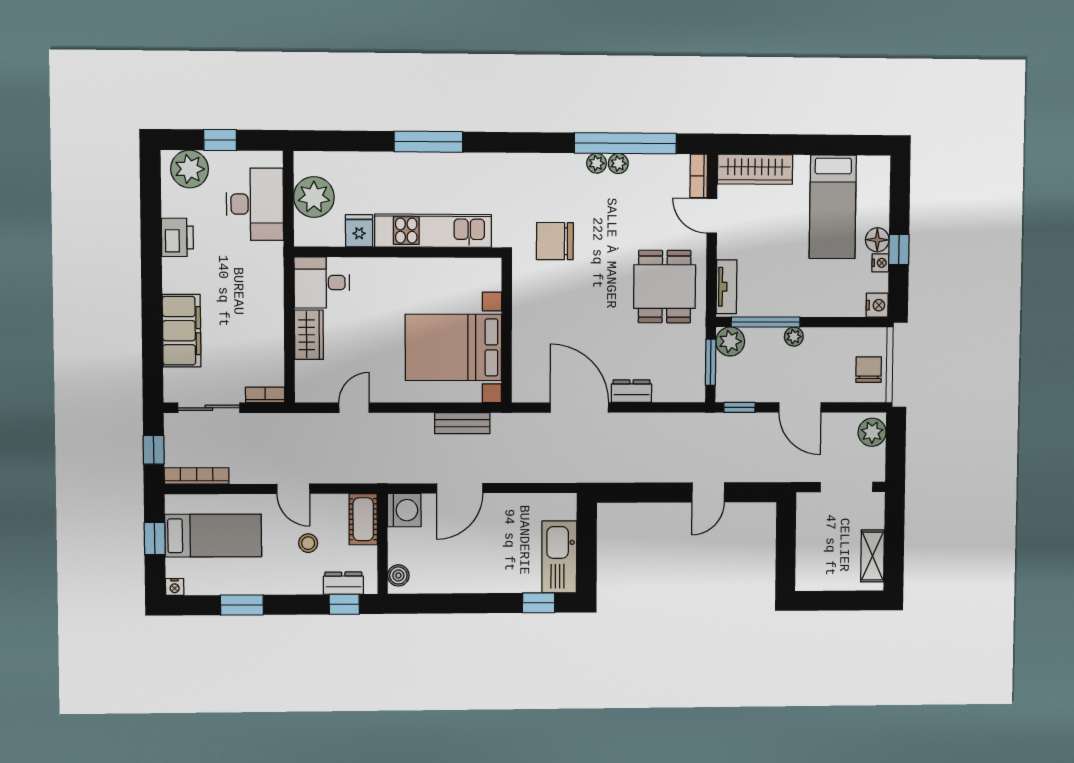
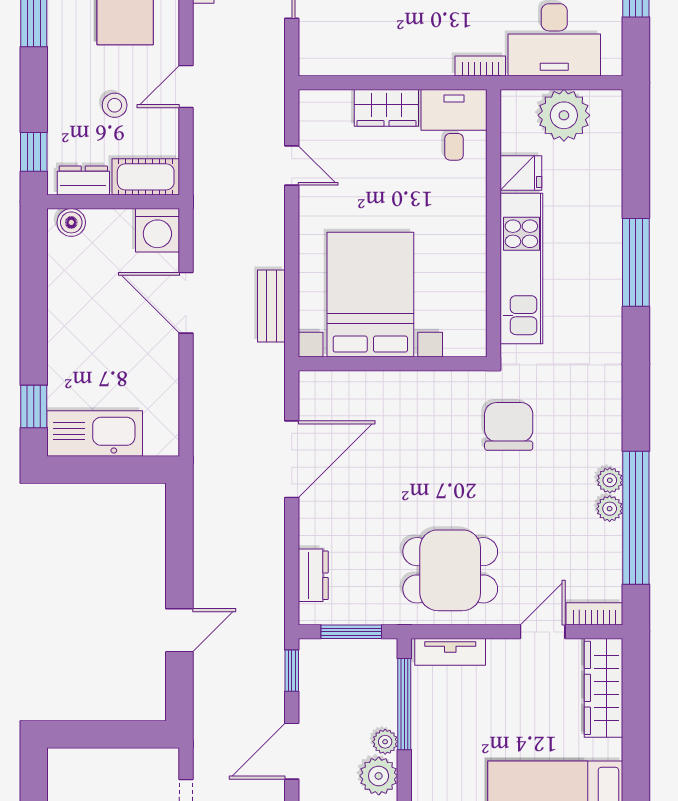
plant: (730, 341) -> (379, 776), moved
dresser: (631, 391) -> (313, 575), moved
bookcase: (265, 395) -> (480, 66), moved, turned -90
door: (708, 492) -> (179, 630), swing flipped
dresser: (343, 583) -> (83, 180), moved, turned -90

